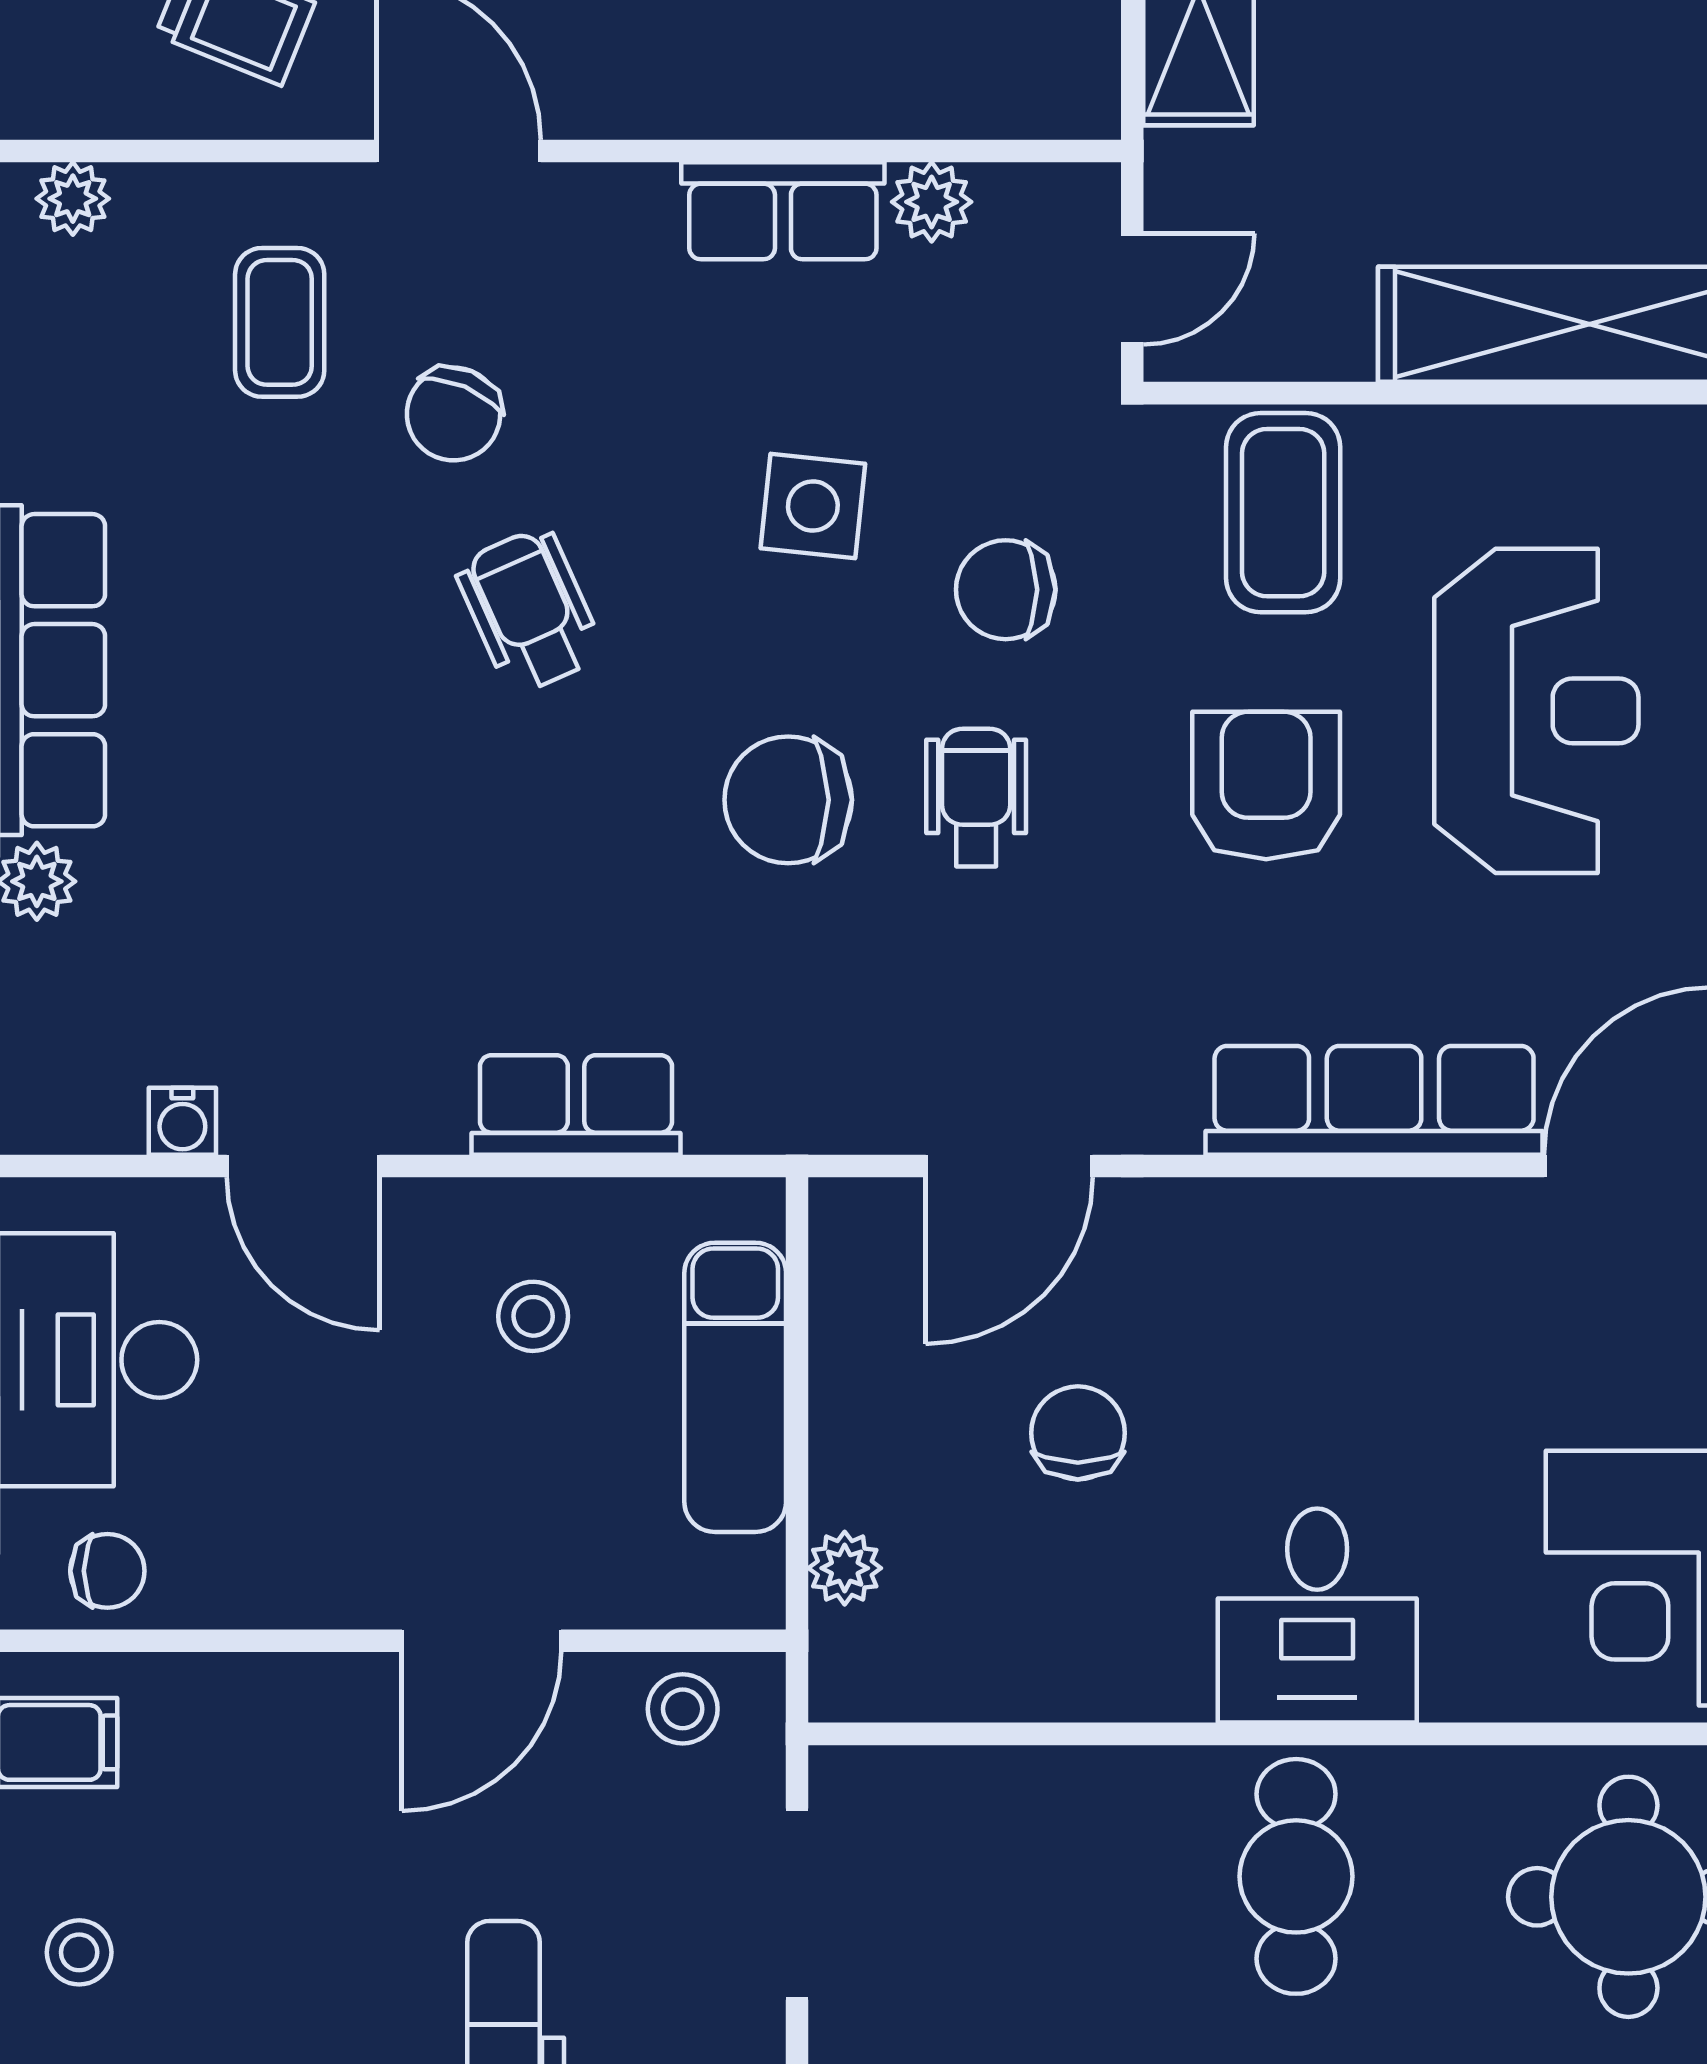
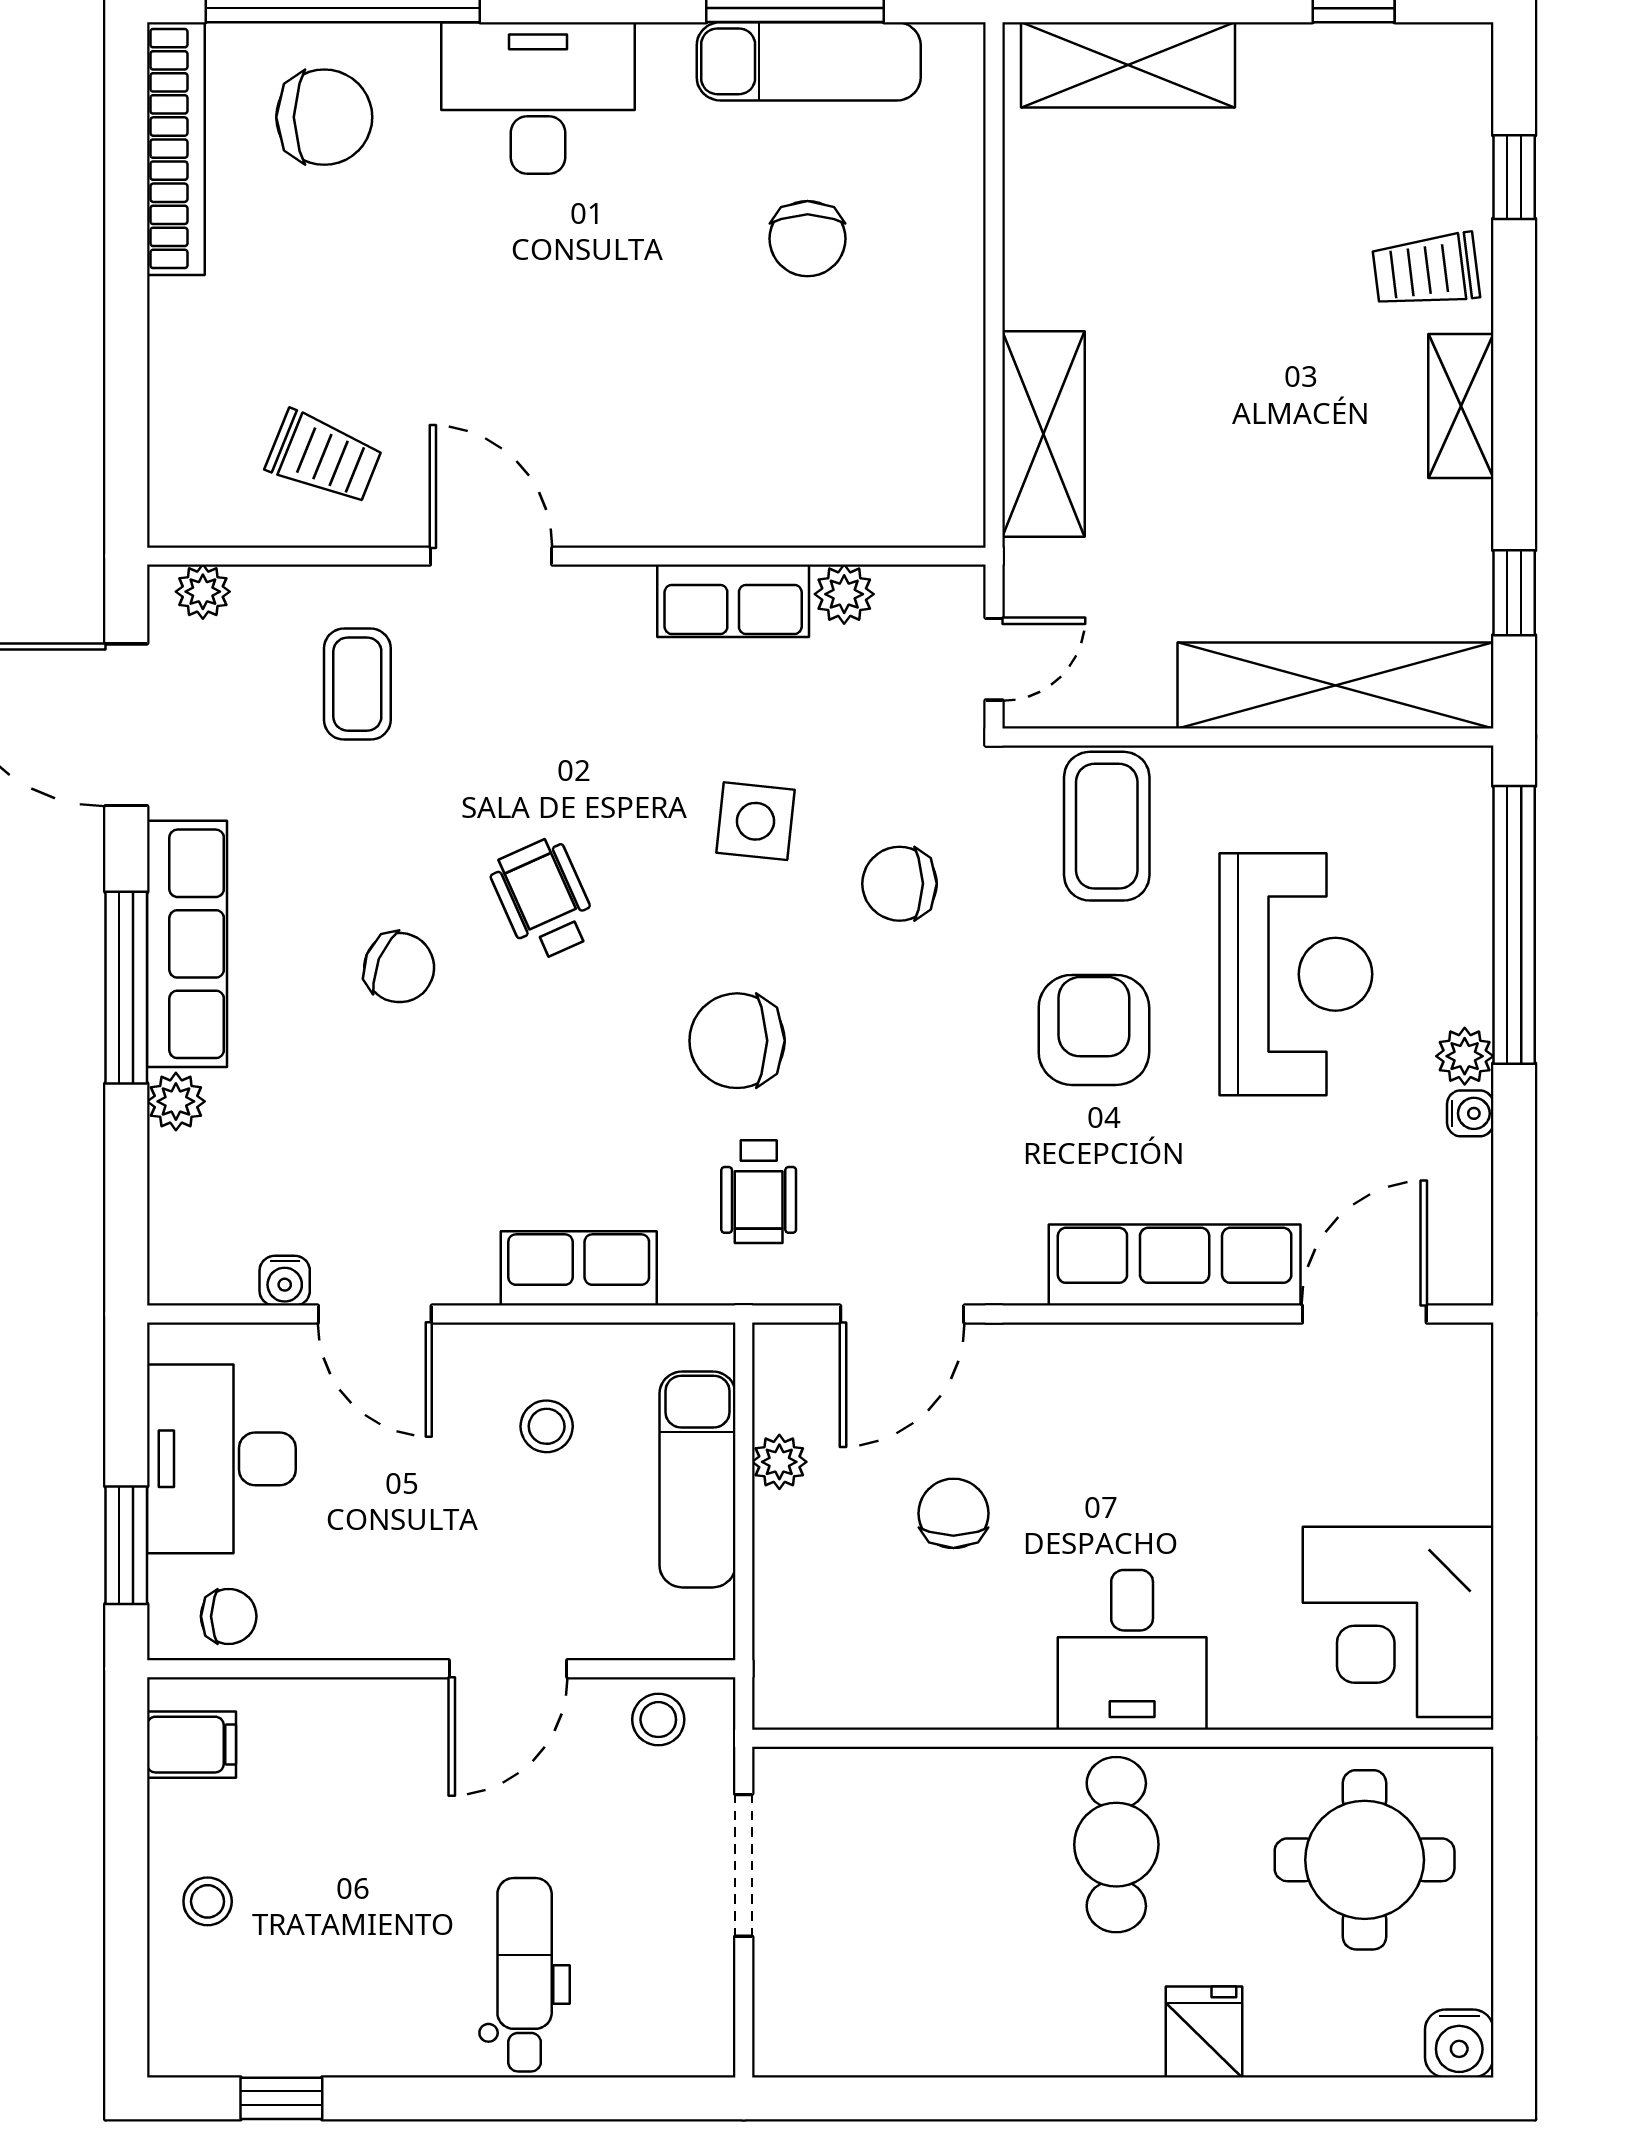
chair: (454, 414) -> (399, 968), moved, turned -91
wheelchair: (976, 797) -> (759, 1192), moved, turned 180
plant: (845, 1568) -> (779, 1462), moved

